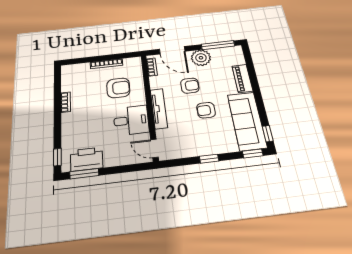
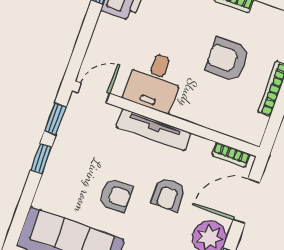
armchair: (118, 88) -> (228, 60), moved, turned 90
armchair: (206, 110) -> (116, 195), turned 90
window: (253, 153) -> (55, 119), moved

